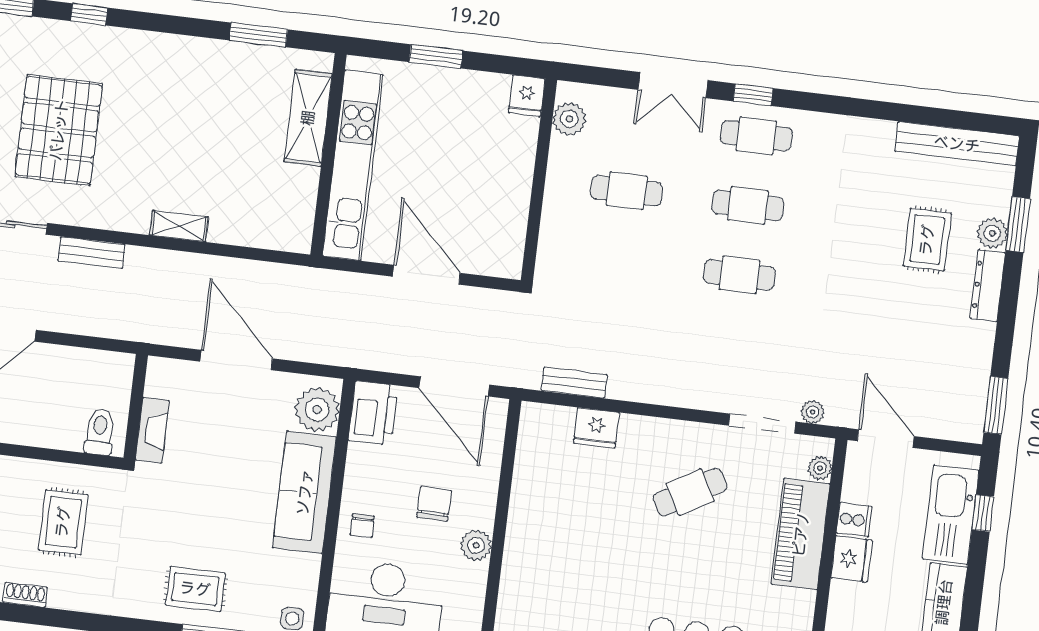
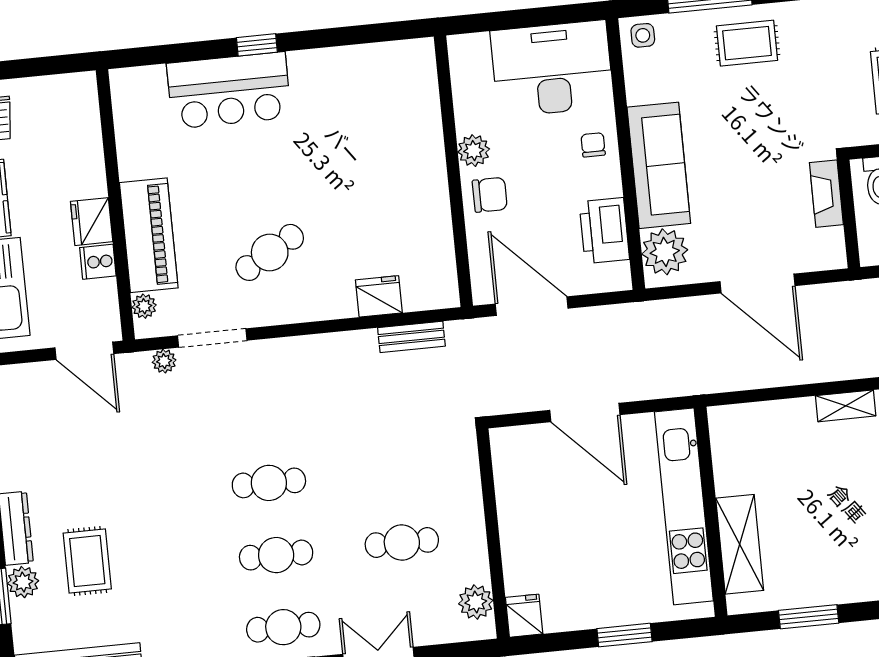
printer: (373, 413) -> (604, 231), moved
chair: (434, 504) -> (490, 195), moved, turned -91

